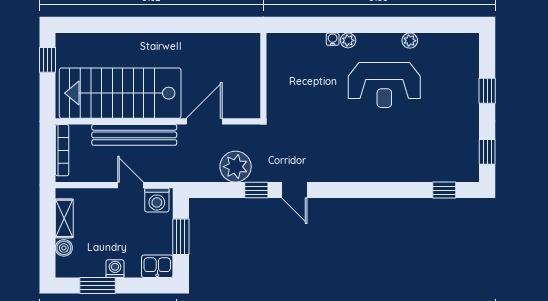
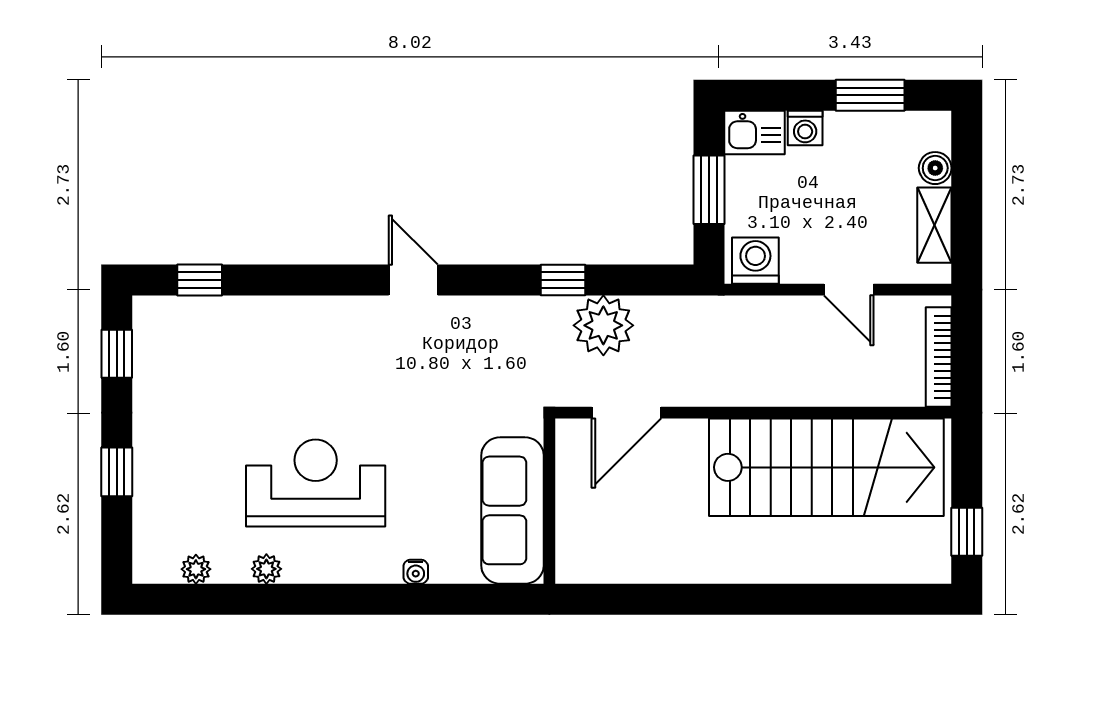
plant: (348, 40) -> (196, 569), moved
sofa: (282, 71) -> (512, 510), added
door: (204, 121) -> (626, 413), moved
bench: (134, 135) -> (799, 387), removed
door: (131, 185) -> (849, 290), moved
door: (294, 190) -> (413, 280), moved
washing machine: (115, 269) -> (805, 128), moved

